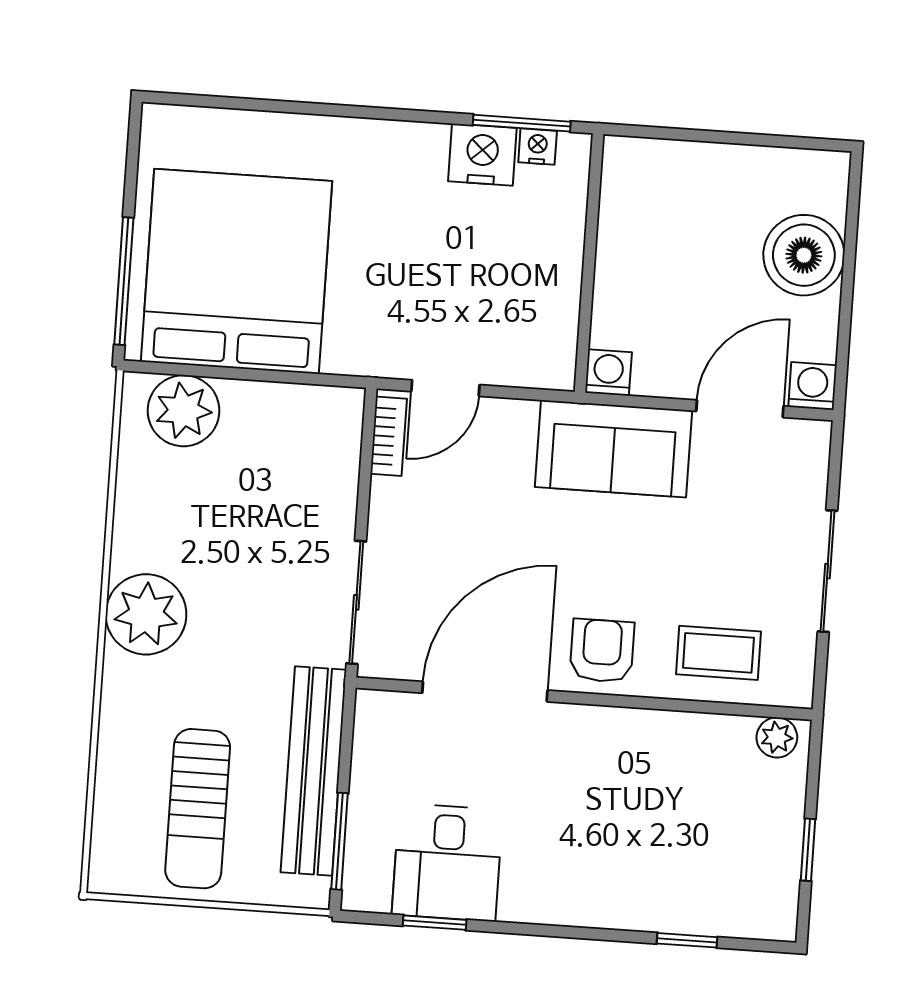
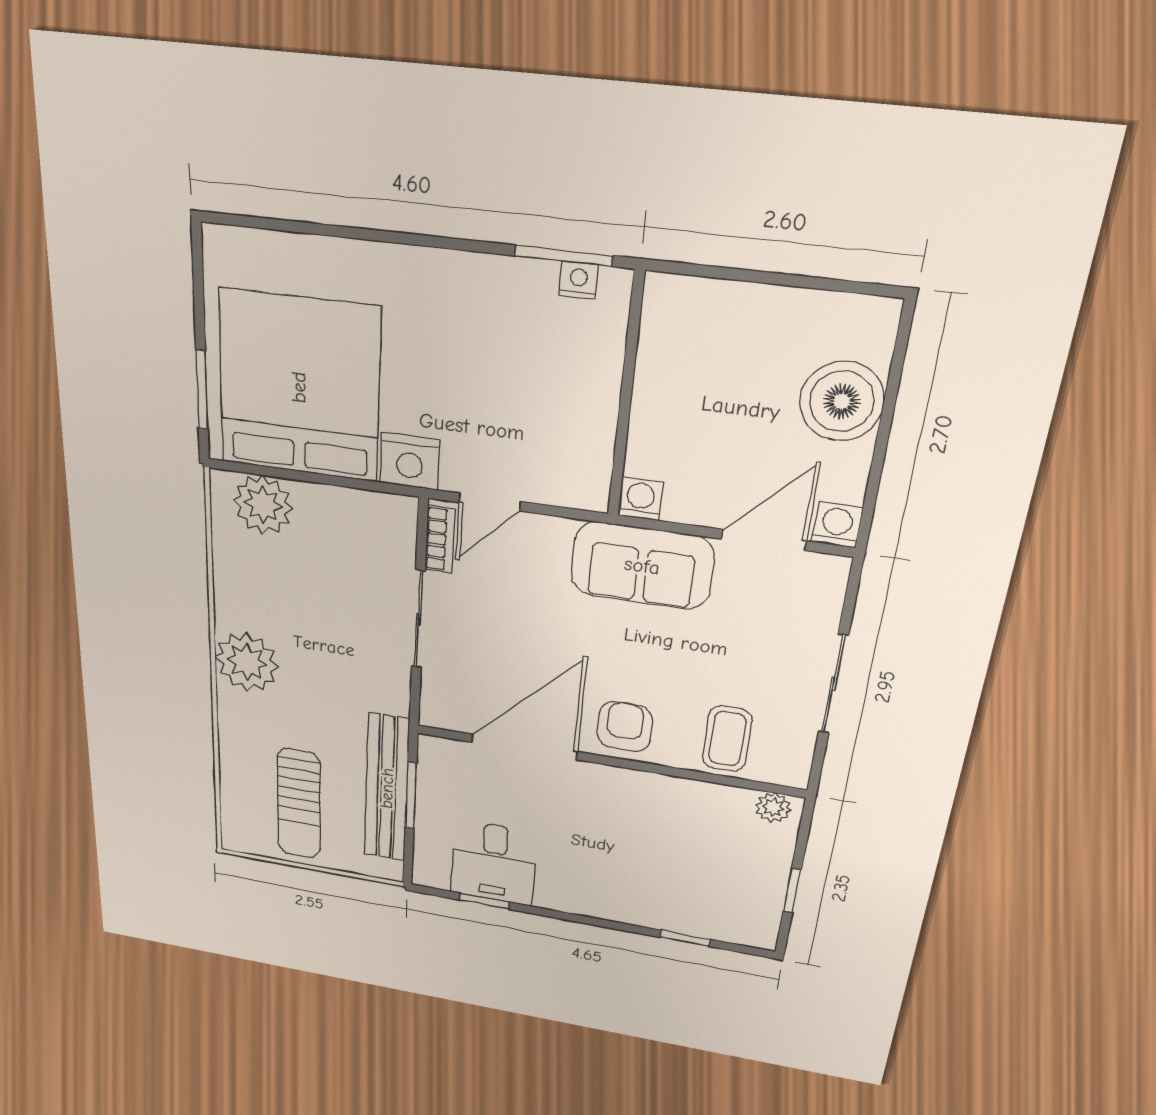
nightstand: (482, 155) -> (410, 461), moved, turned 180
window: (124, 281) -> (202, 390), width x0.69
sliding door: (356, 602) -> (418, 619), moved
coffee table: (718, 653) -> (727, 739), turned 90
window: (340, 841) -> (411, 796), moved

